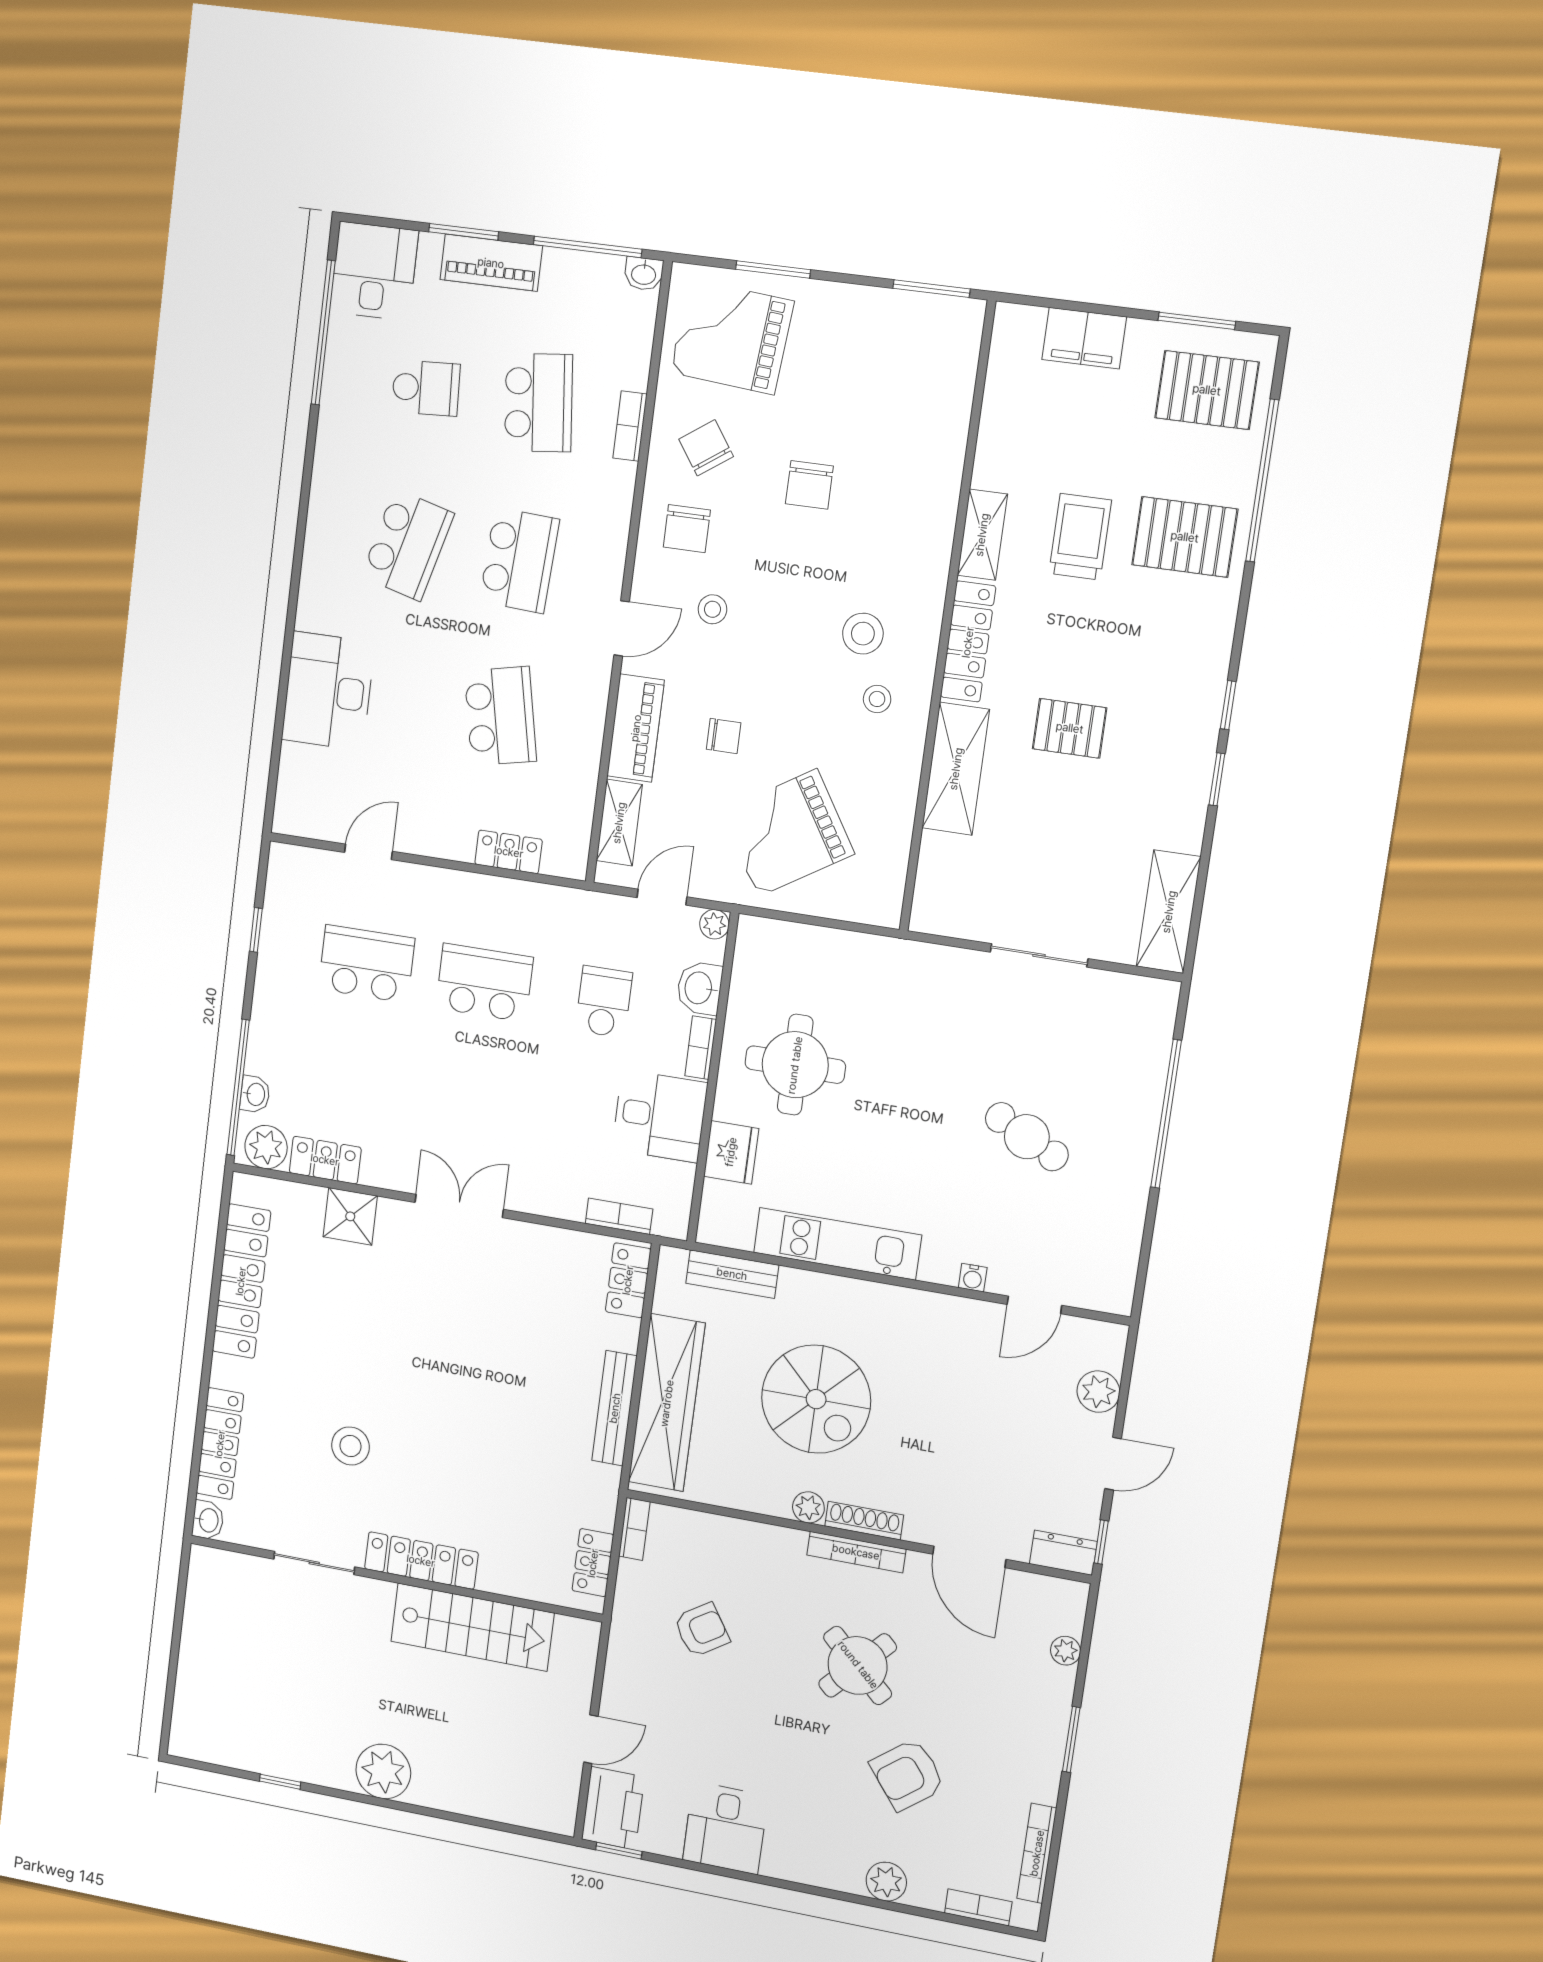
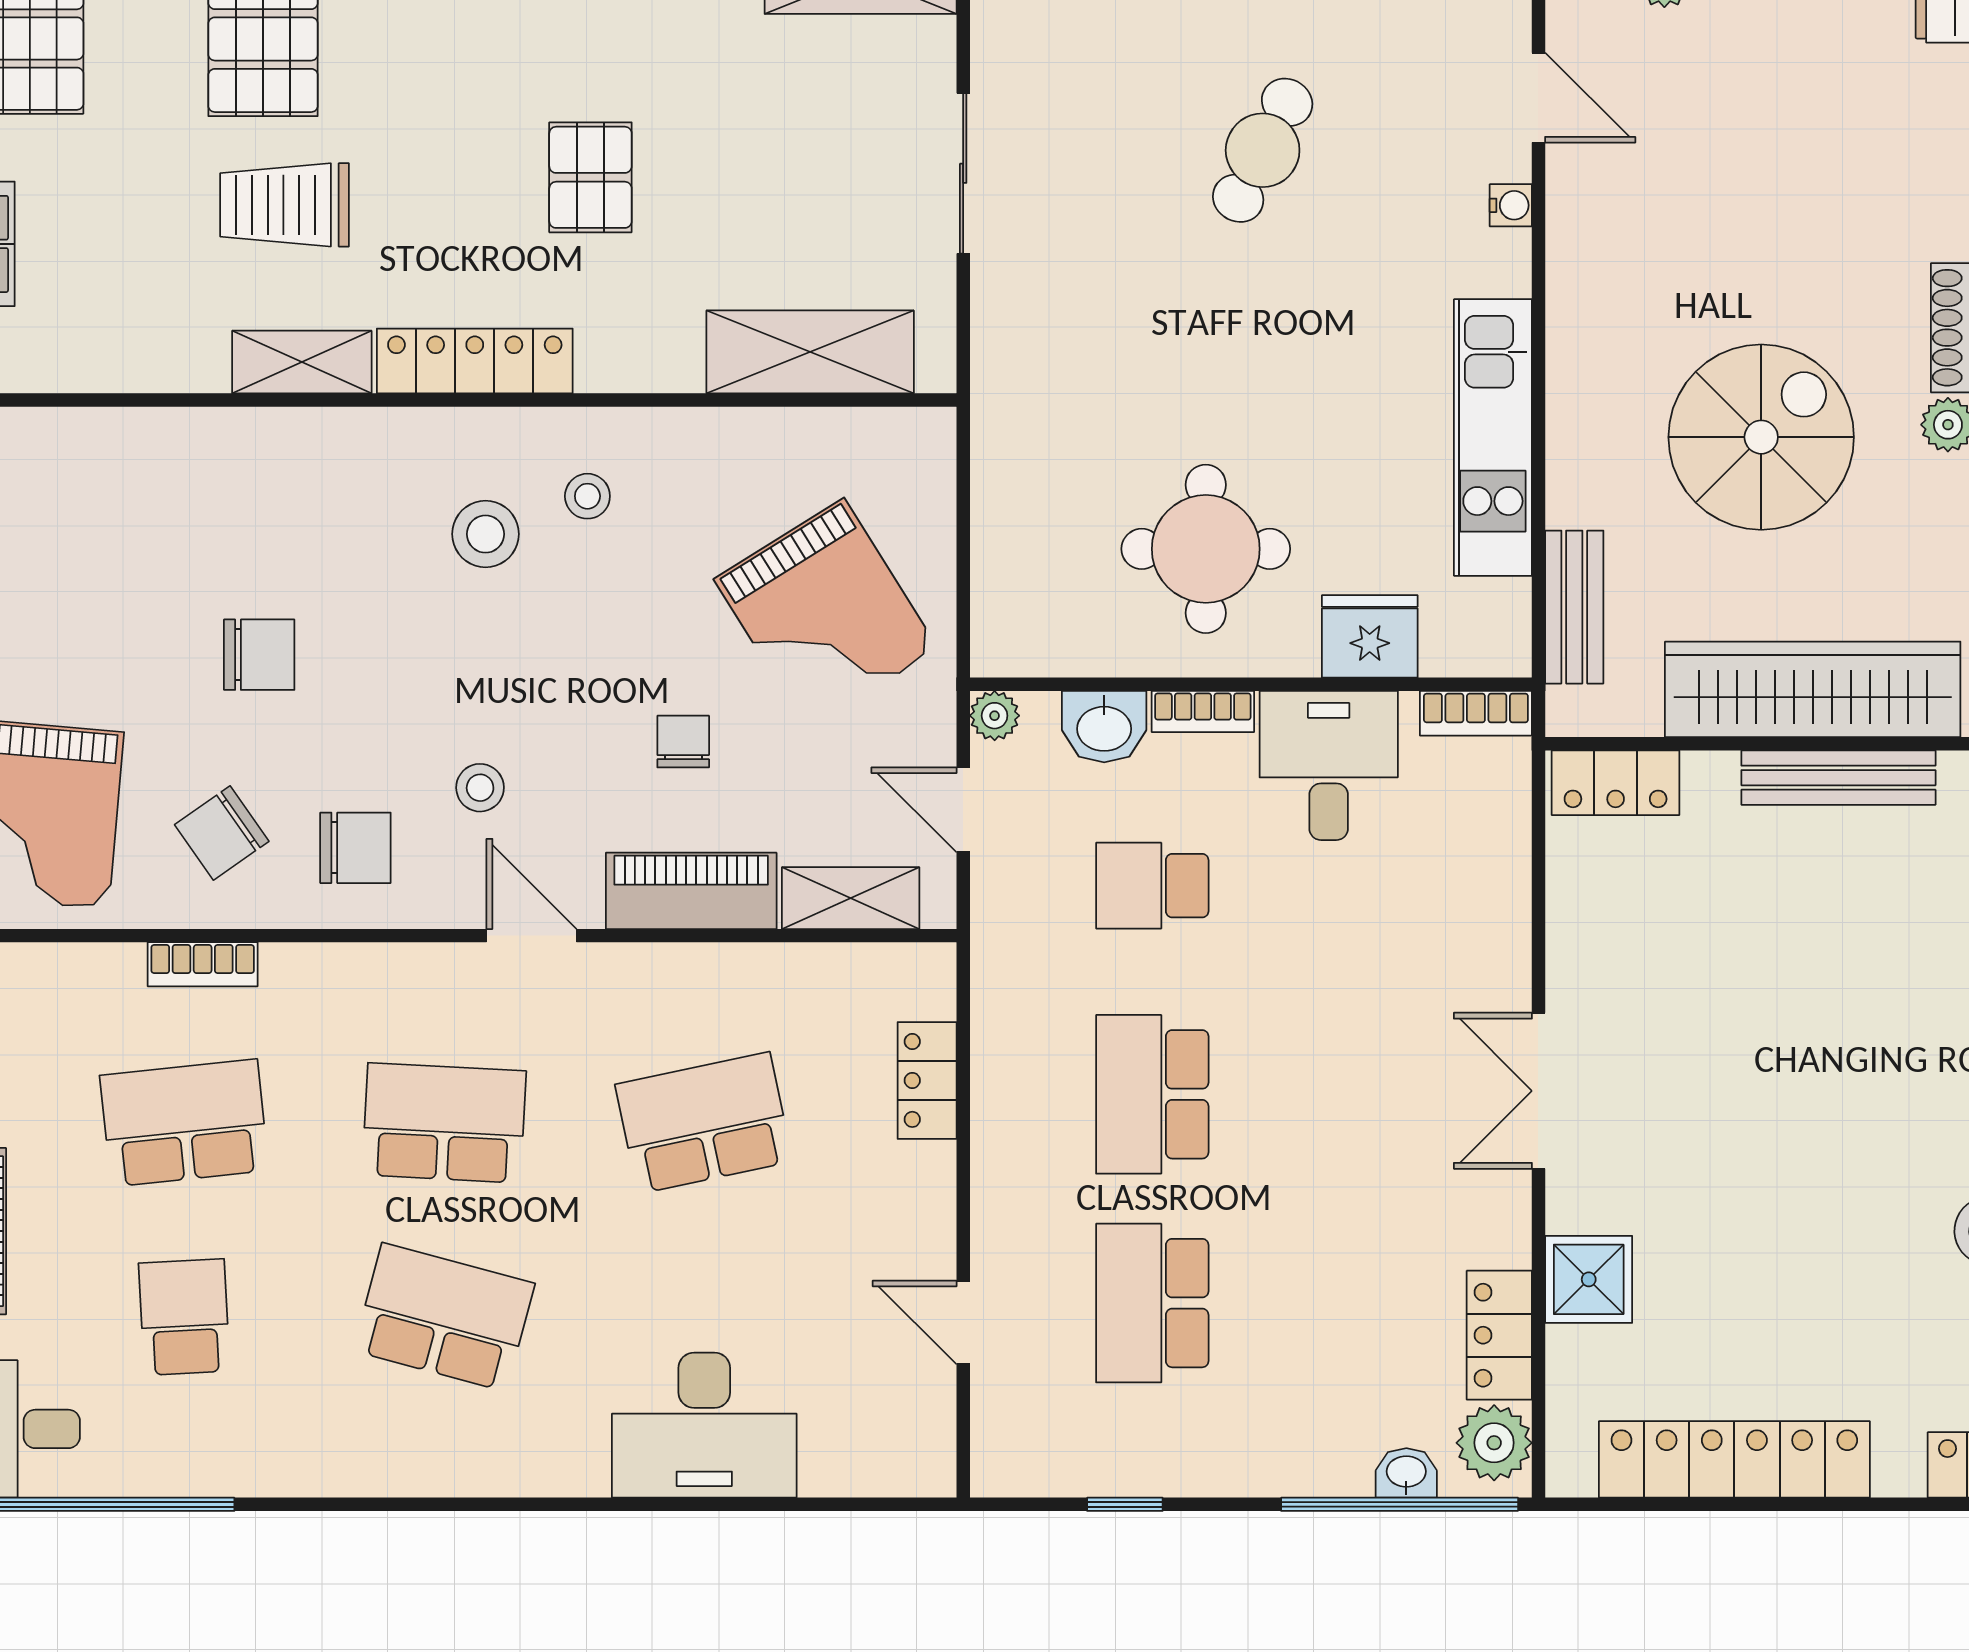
shelving: (956, 769) -> (810, 352), moved
bookcase: (619, 1216) -> (1476, 713), moved, turned -90

